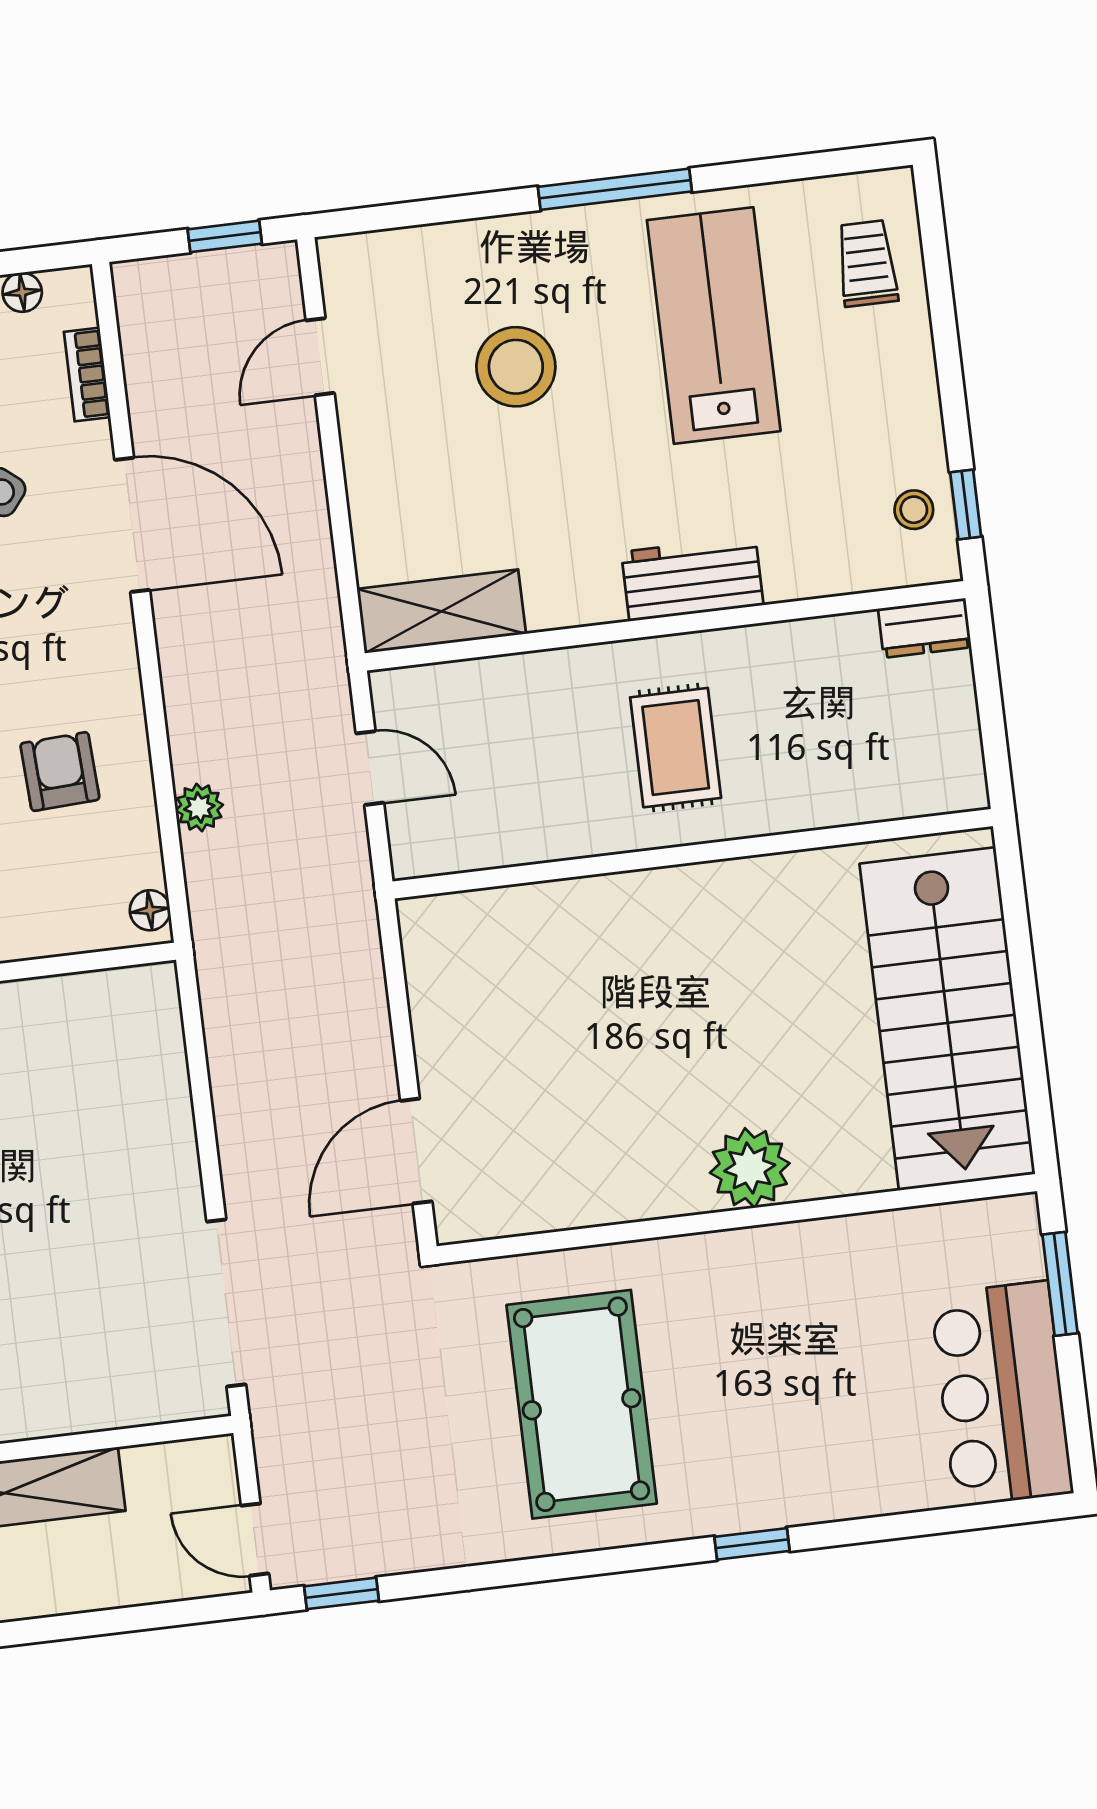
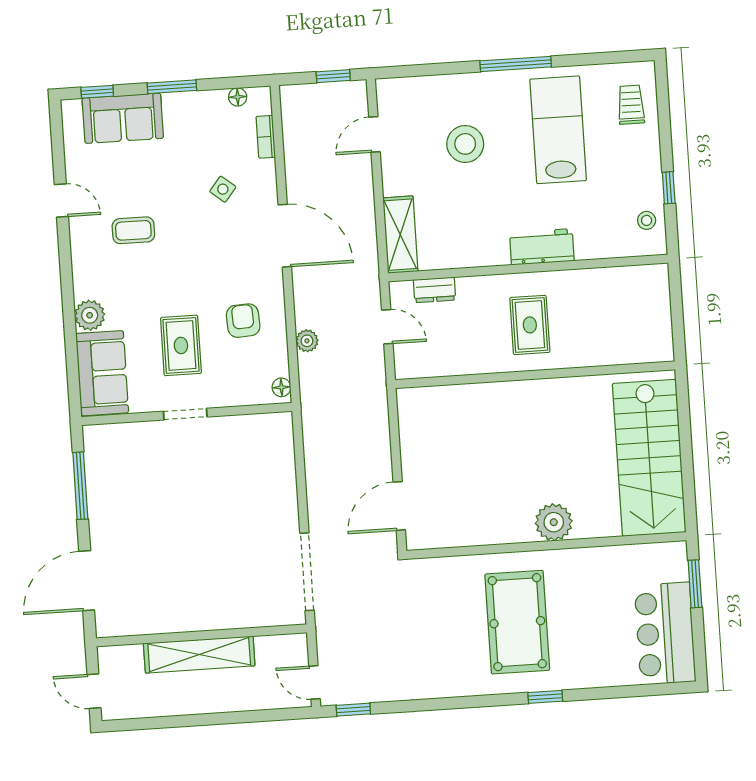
window: (966, 505) -> (669, 188), moved
door: (132, 525) -> (285, 236), moved
shelving: (441, 611) -> (400, 235), moved, turned 90
dresser: (925, 628) -> (434, 290), moved
pool table: (582, 1404) -> (517, 622), moved

